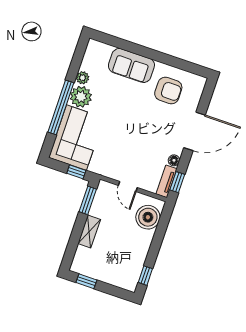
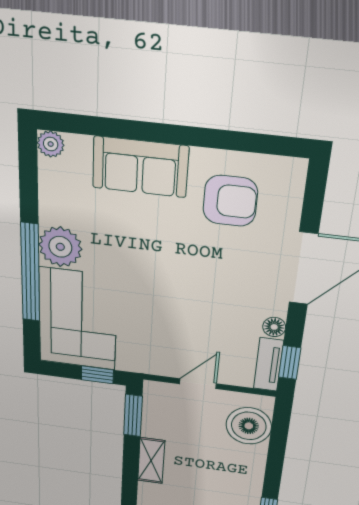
plant: (83, 78) -> (51, 144), moved
door: (128, 187) -> (198, 384), swing flipped

